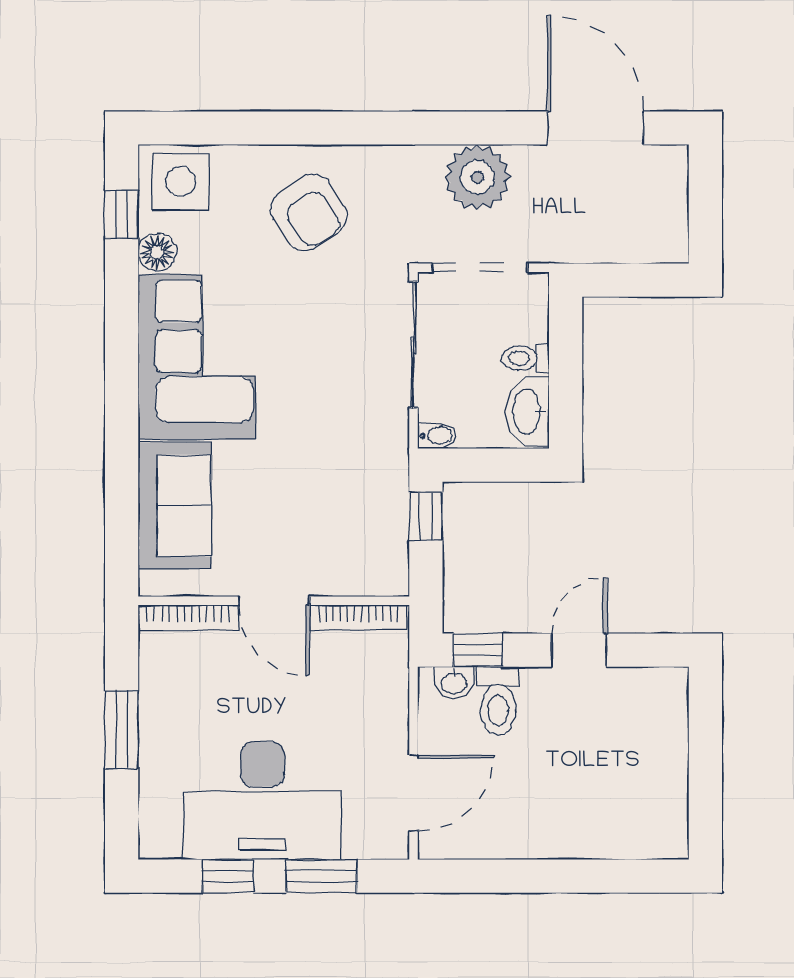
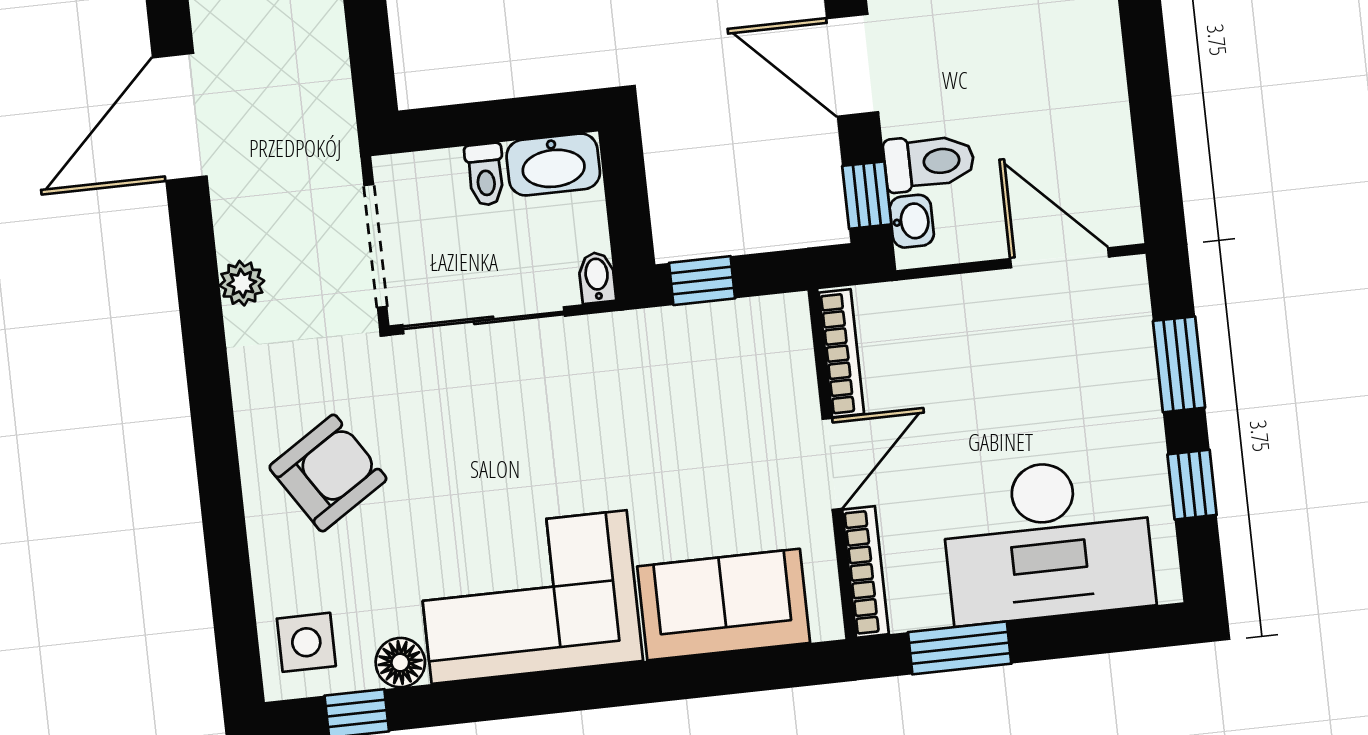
plant: (478, 177) -> (242, 283), width x0.53, depth x0.53
side table: (181, 181) -> (306, 642), width x0.73, depth x0.73
door: (579, 650) -> (853, 65), width x1.38
window: (122, 730) -> (960, 648), moved
desk: (263, 801) -> (1047, 540), moved, turned 90

